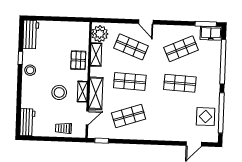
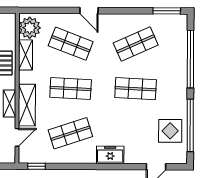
freezer: (211, 33) -> (110, 155), moved, turned 180

